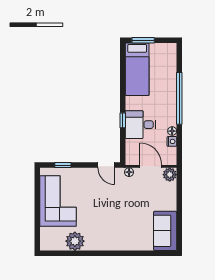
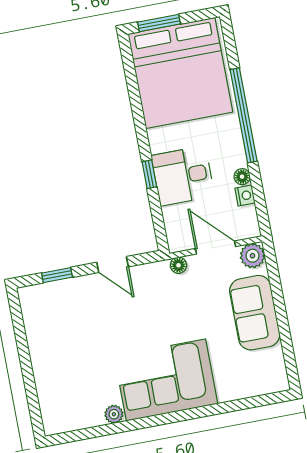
bed: (137, 69) -> (180, 73), width x2.04
door: (106, 165) -> (113, 265), moved
corner sofa: (58, 201) -> (166, 380), moved, turned -90
sofa: (165, 231) -> (255, 313), moved
plant: (75, 241) -> (114, 414), width x0.53, depth x0.53

